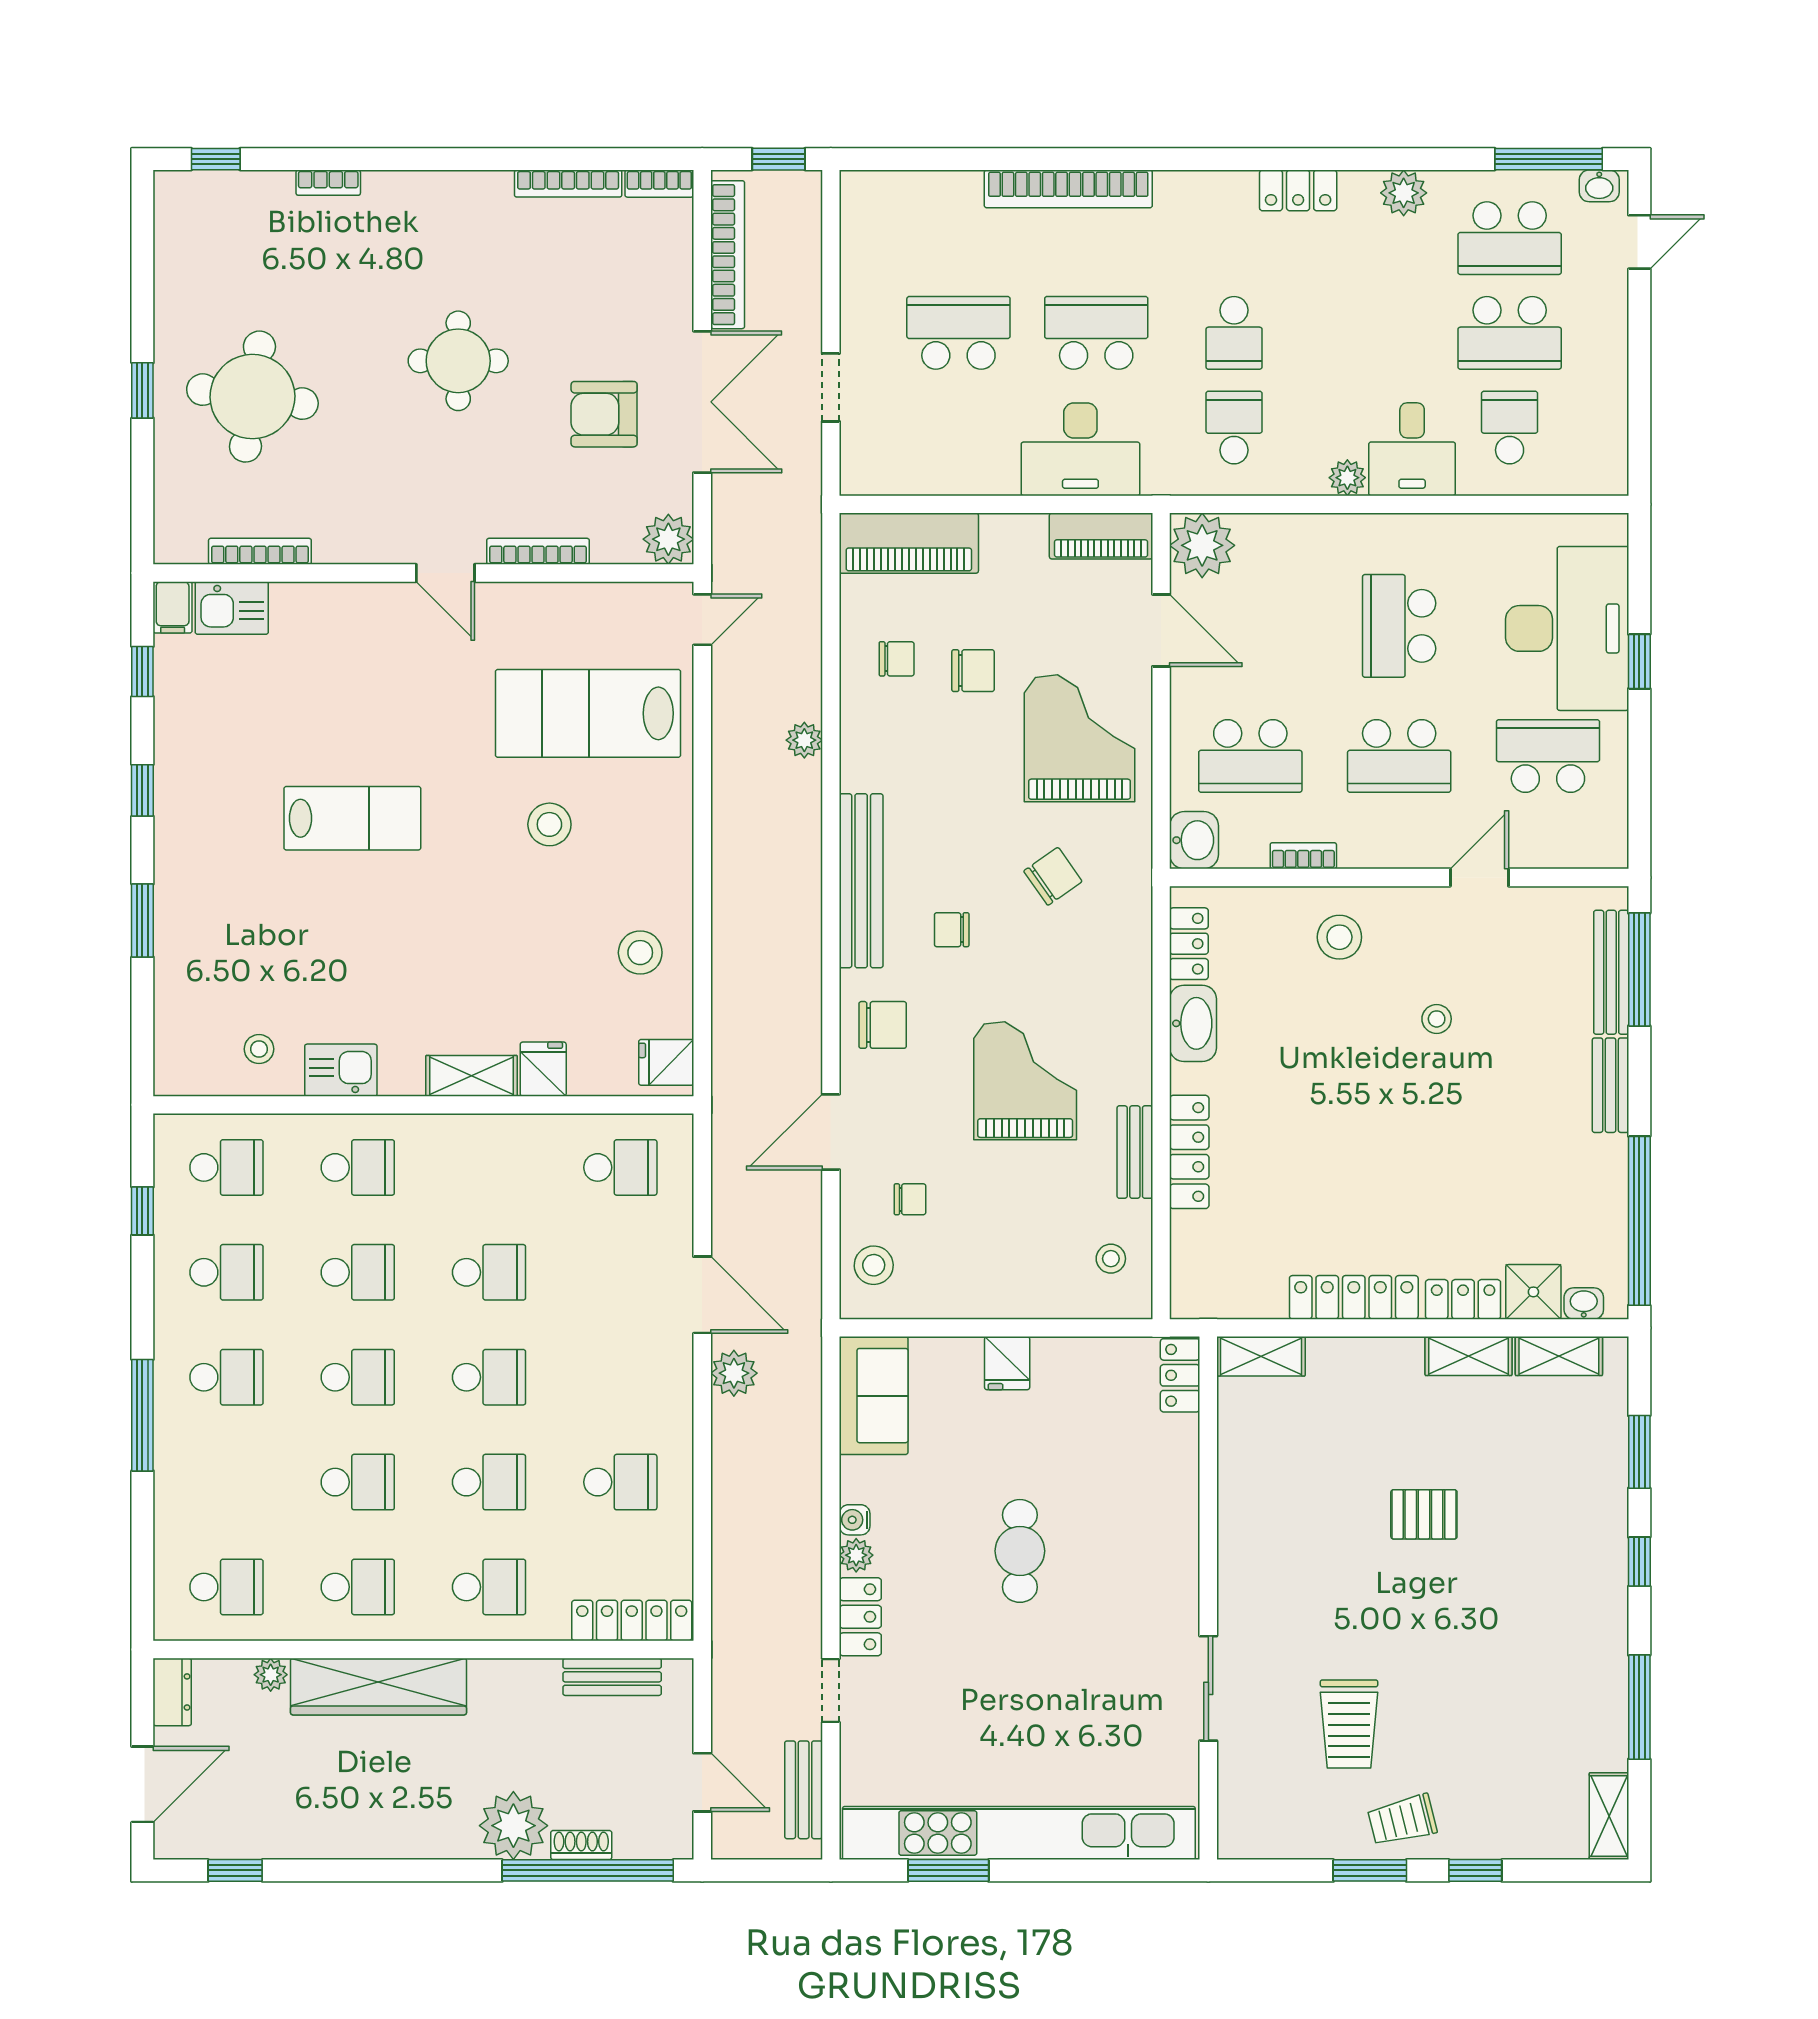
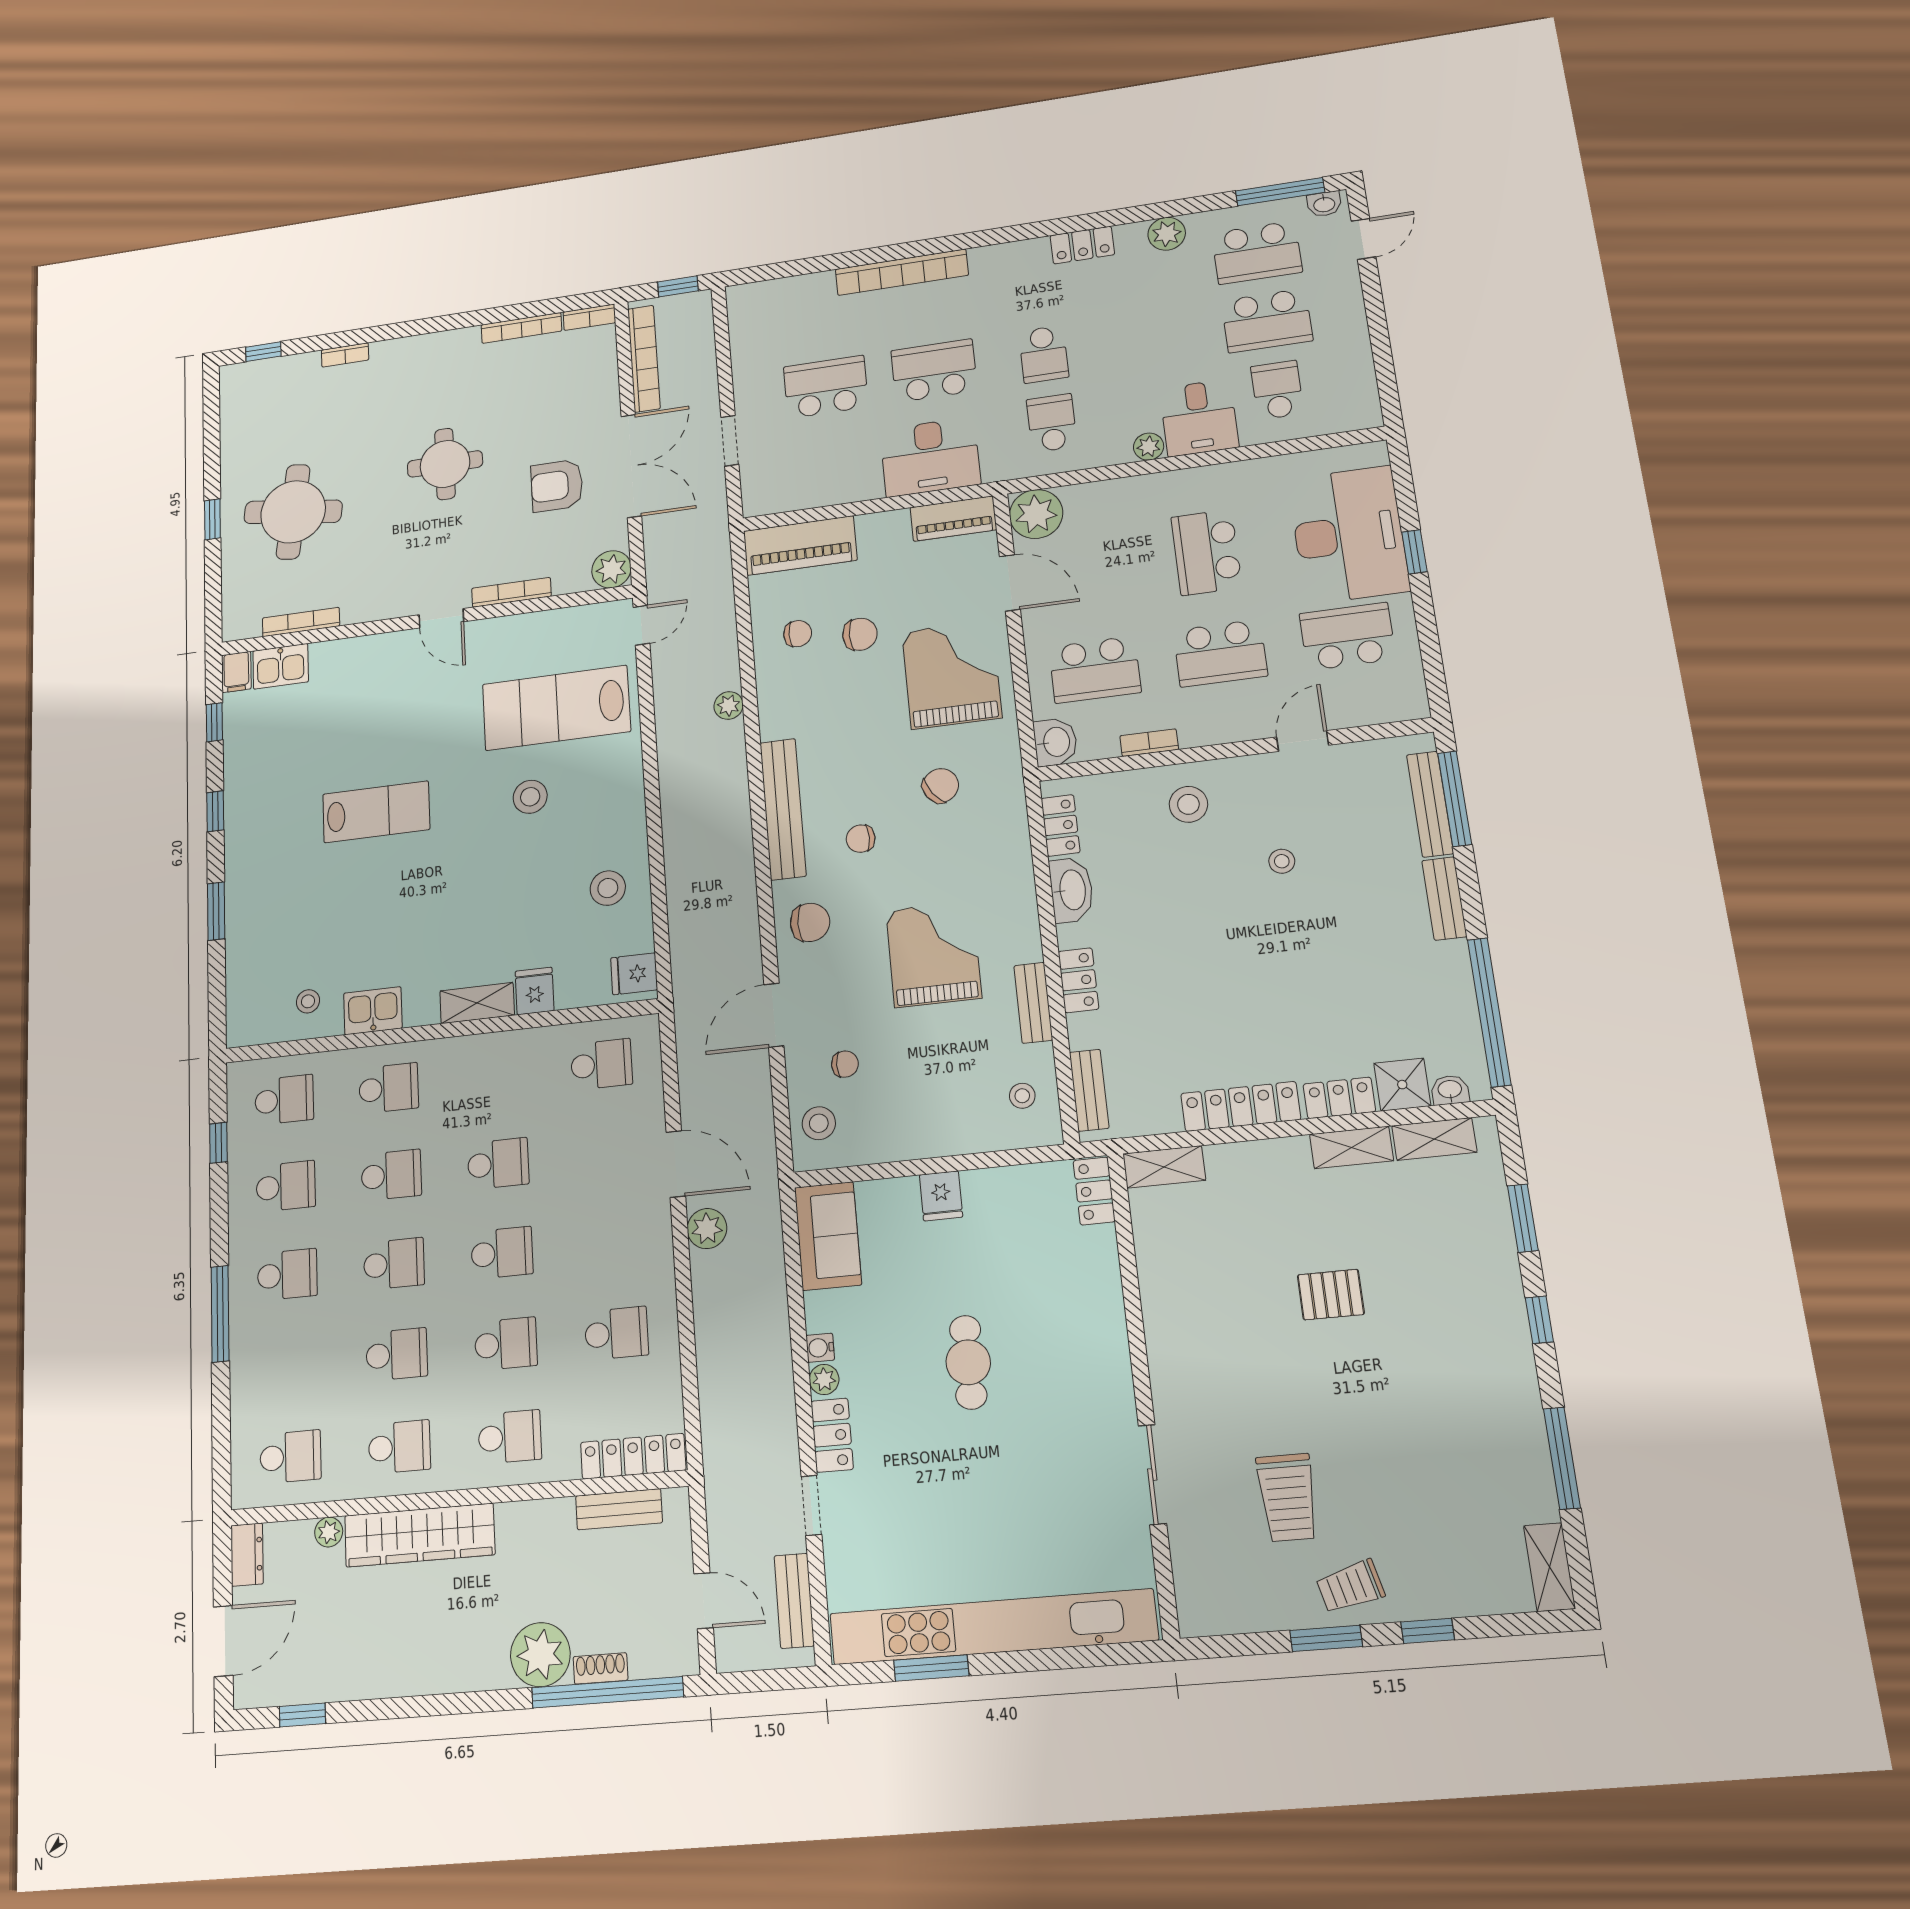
locker: (1189, 1152) -> (1078, 980), width x0.66
bench: (1187, 1260) -> (1089, 1090), added

